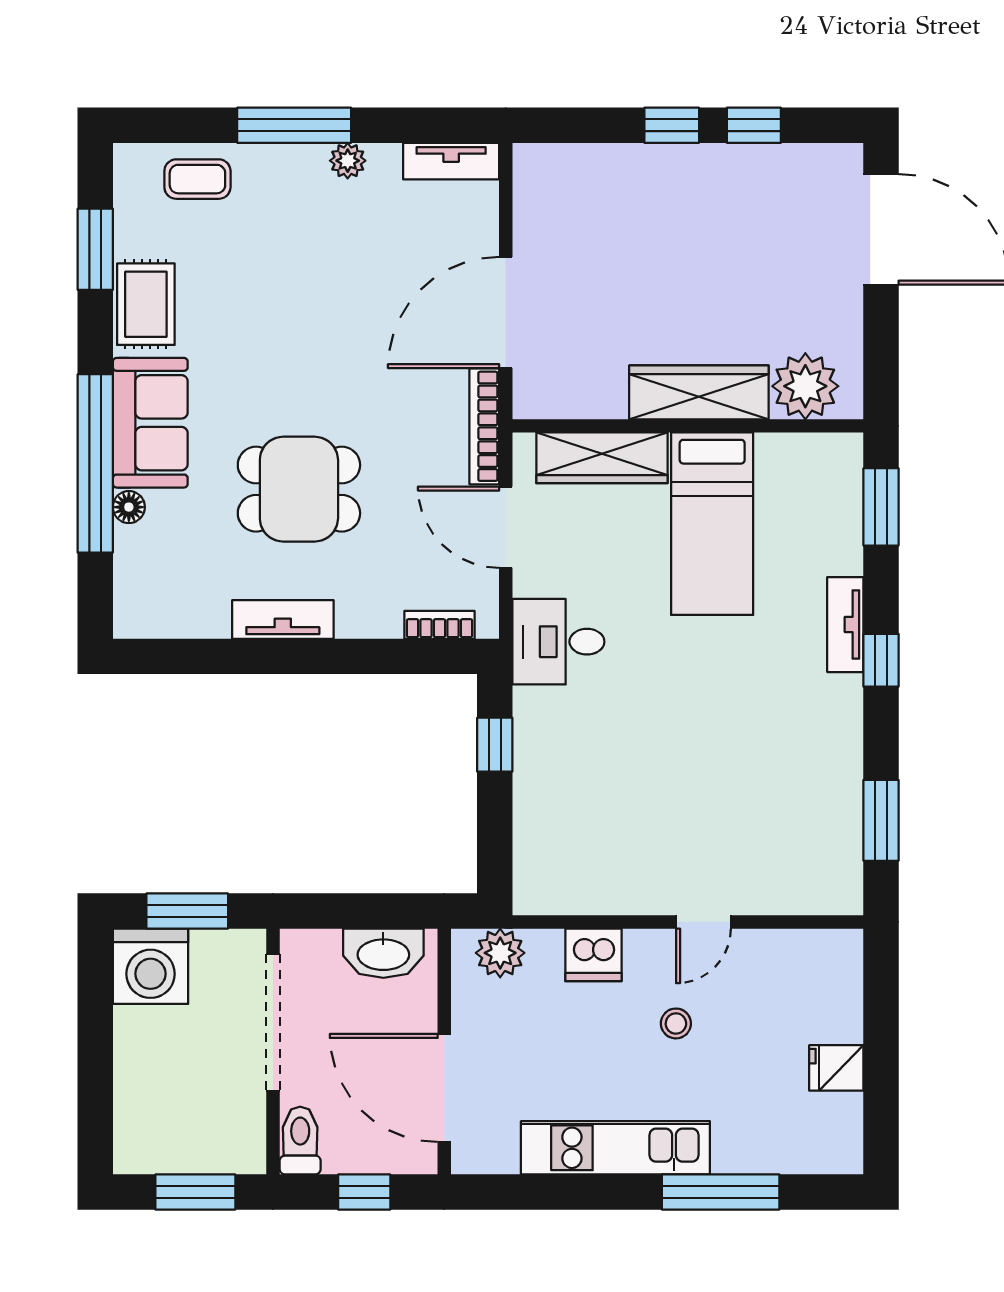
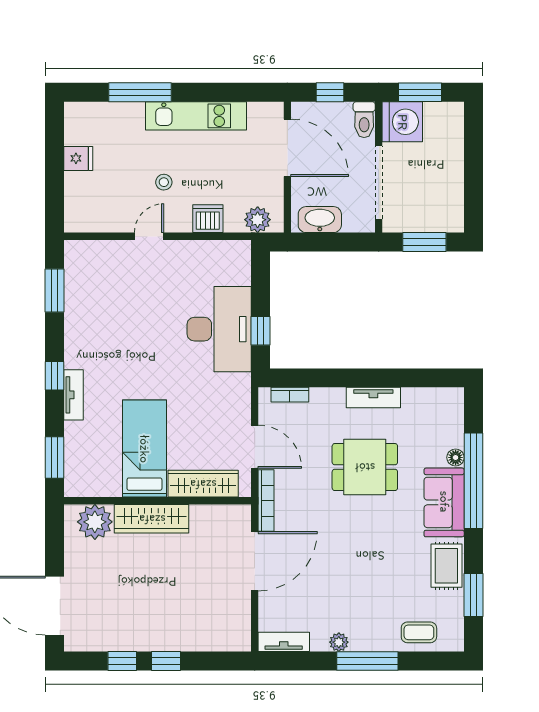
desk: (558, 642) -> (219, 329), moved, width x1.87, depth x1.30
washing machine: (151, 966) -> (402, 122), moved, turned 90

